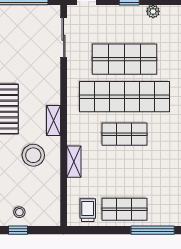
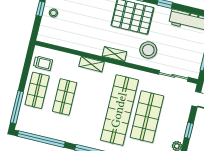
shop shelf: (124, 134) -> (65, 97), moved
stool: (33, 155) -> (148, 50), moved
shelving: (74, 162) -> (92, 64), moved

